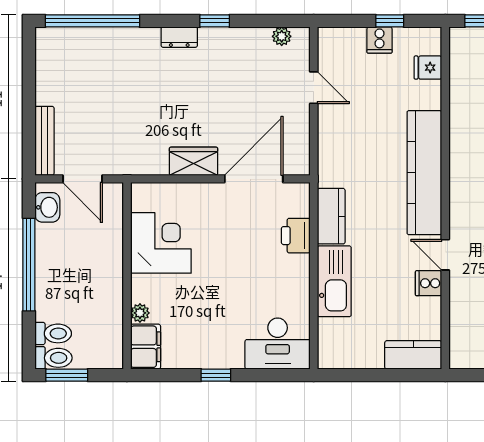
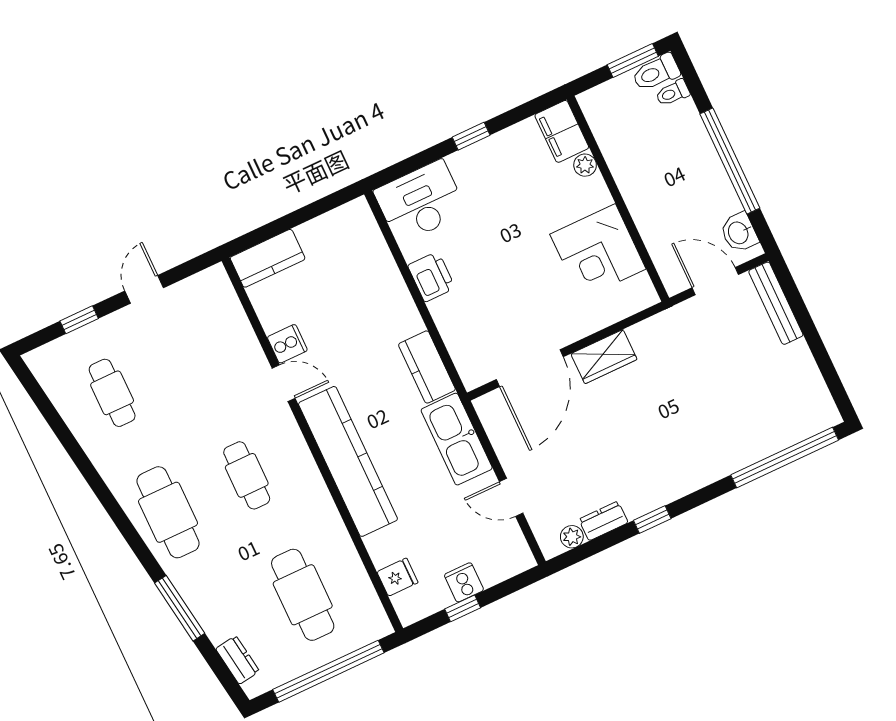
dresser: (179, 37) -> (603, 521), moved
printer: (296, 236) -> (431, 277), moved
kitchen sink: (334, 281) -> (457, 439), moved
toilet: (53, 333) -> (673, 93), width x0.73, depth x0.72

